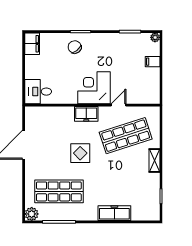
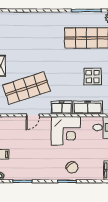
corner desk: (94, 88) -> (66, 131), moved
display table: (80, 153) -> (93, 77), moved
freezer: (114, 213) -> (88, 108), moved, turned 180

